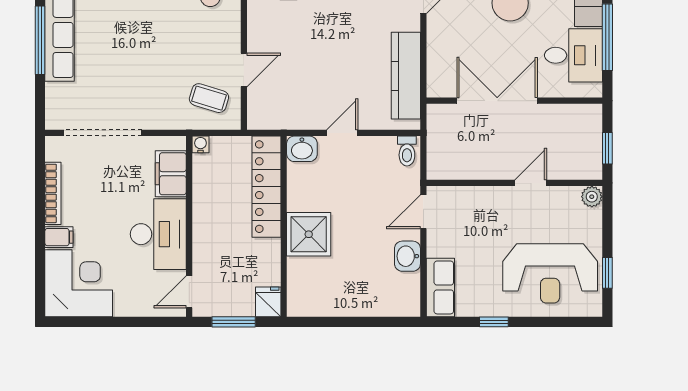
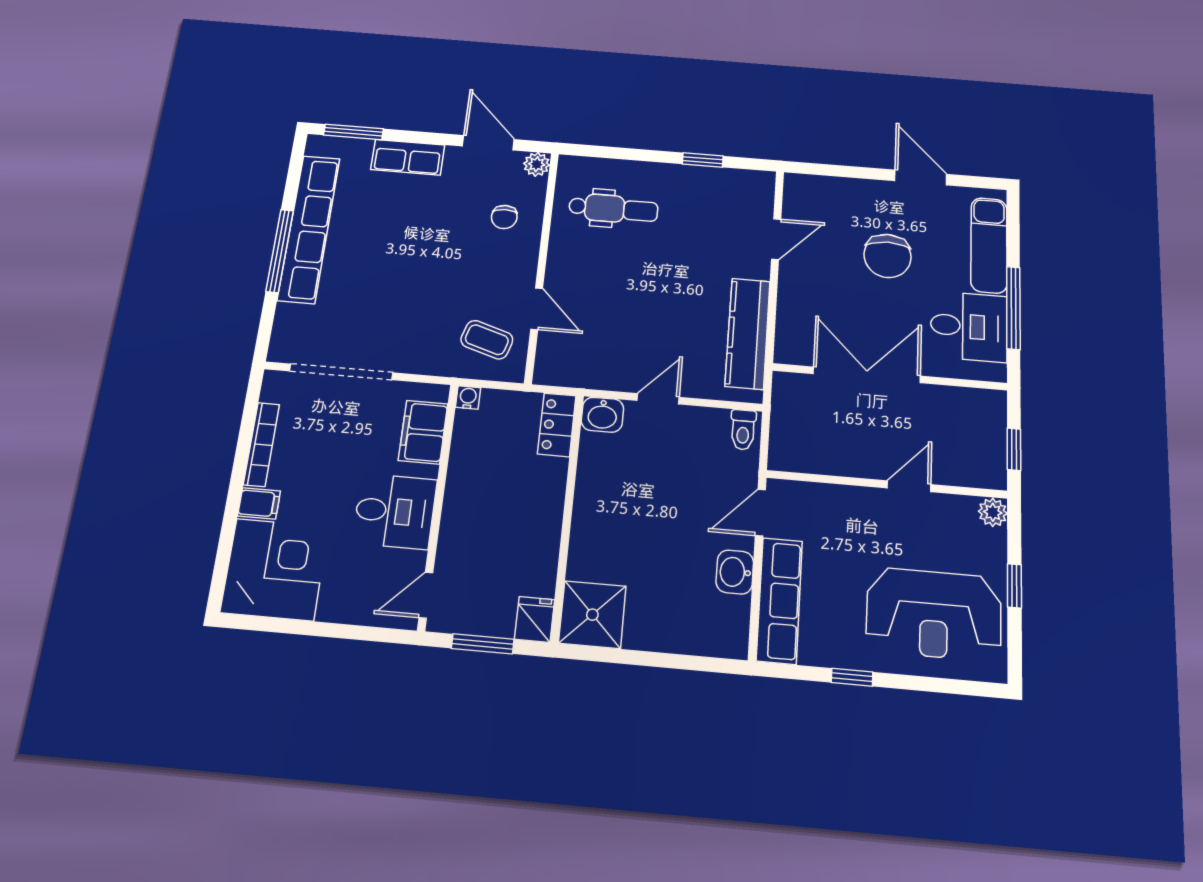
door: (244, 70) -> (537, 309), hinge flipped
locker: (266, 187) -> (557, 425), width x0.46, depth x0.83
desk: (158, 234) -> (395, 511), width x0.73
shower: (309, 234) -> (592, 615), moved
window: (607, 273) -> (1014, 586), moved
row of seats: (440, 287) -> (779, 600), width x1.48

